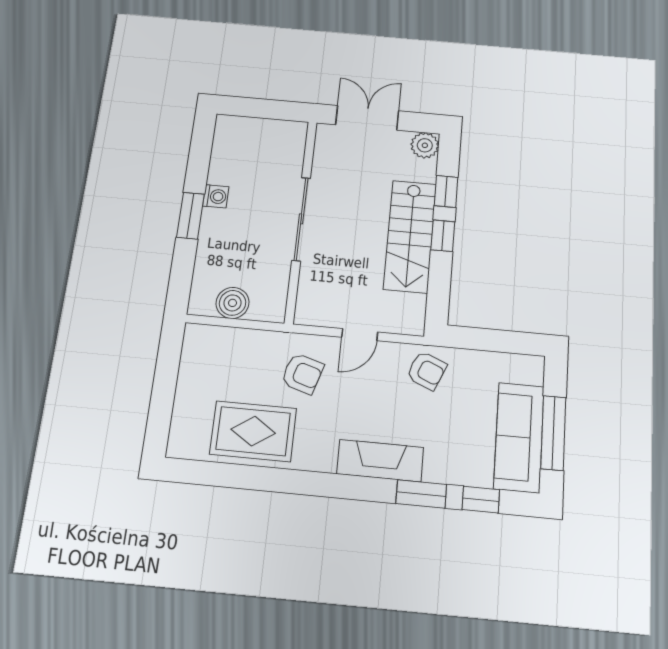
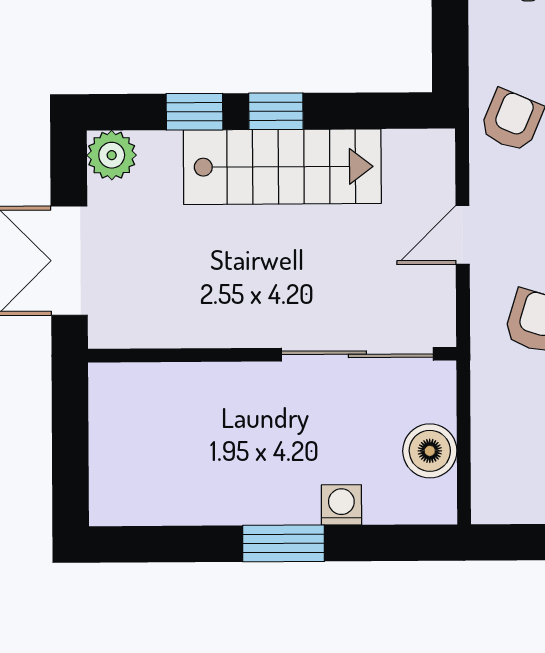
washing machine: (216, 196) -> (341, 505), moved
sliding door: (301, 219) -> (357, 354), moved
door: (360, 335) -> (463, 235), swing flipped

